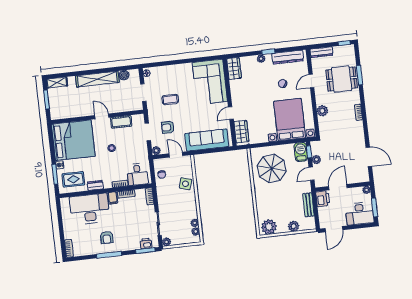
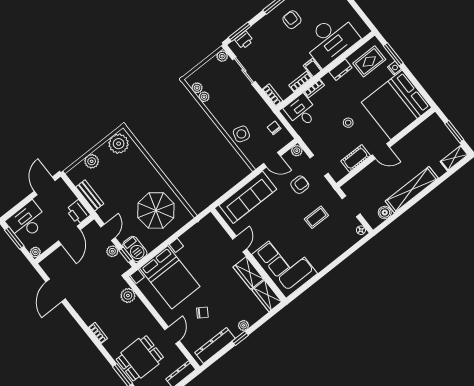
plant: (322, 111) -> (128, 296), moved
wardrobe: (241, 132) -> (248, 273), moved
door: (369, 157) -> (56, 290), hinge flipped

